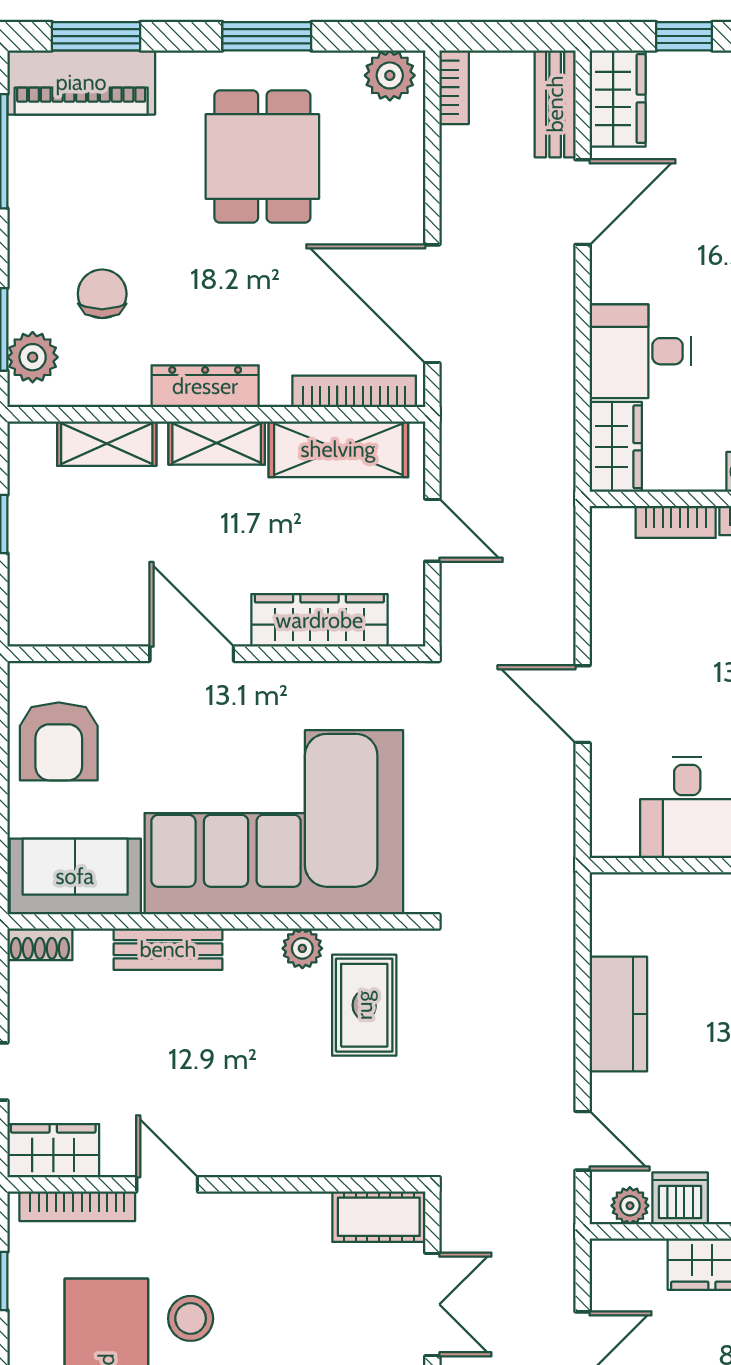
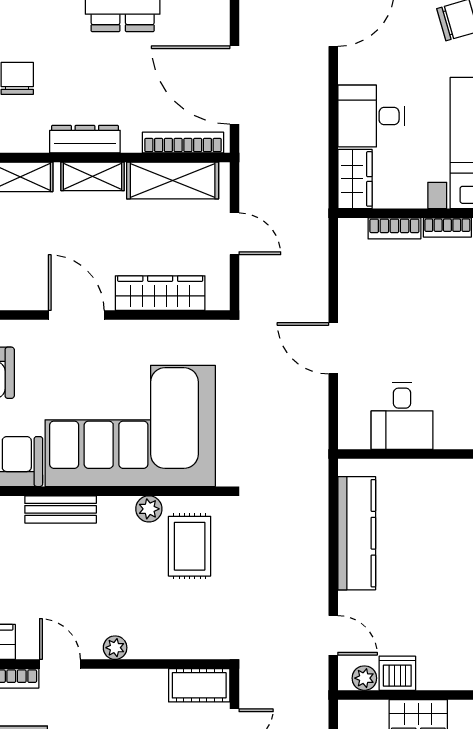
kitchen counter: (618, 1014) -> (357, 533), width x1.50
plant: (251, 1159) -> (115, 648), added

